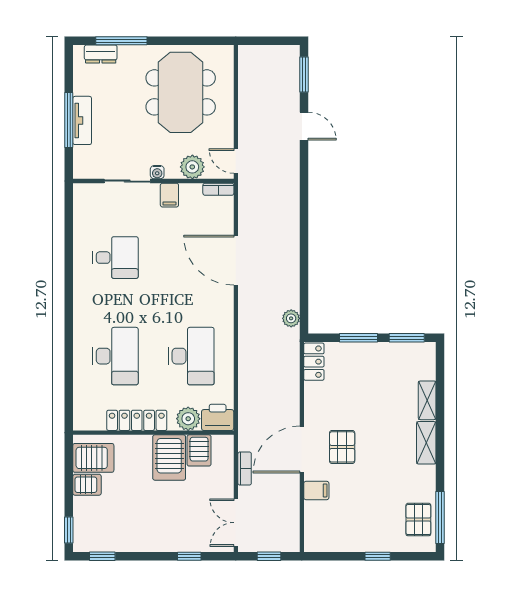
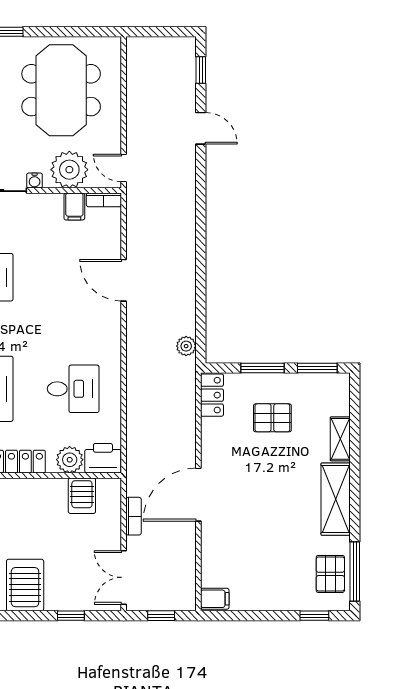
window: (304, 75) -> (201, 70), width x0.67
plant: (192, 167) -> (69, 170), width x1.36, depth x1.36
filing cabinet: (169, 195) -> (74, 207), moved
door: (236, 260) -> (124, 280), width x0.73
desk: (191, 356) -> (73, 389), width x0.73
shelving: (426, 443) -> (336, 499), width x1.50, depth x1.33
pallet: (342, 447) -> (272, 418), moved, turned 90
server rack: (169, 458) -> (25, 585), moved, turned 180
filing cabinet: (316, 490) -> (215, 599), moved
window: (378, 556) -> (314, 616), moved

